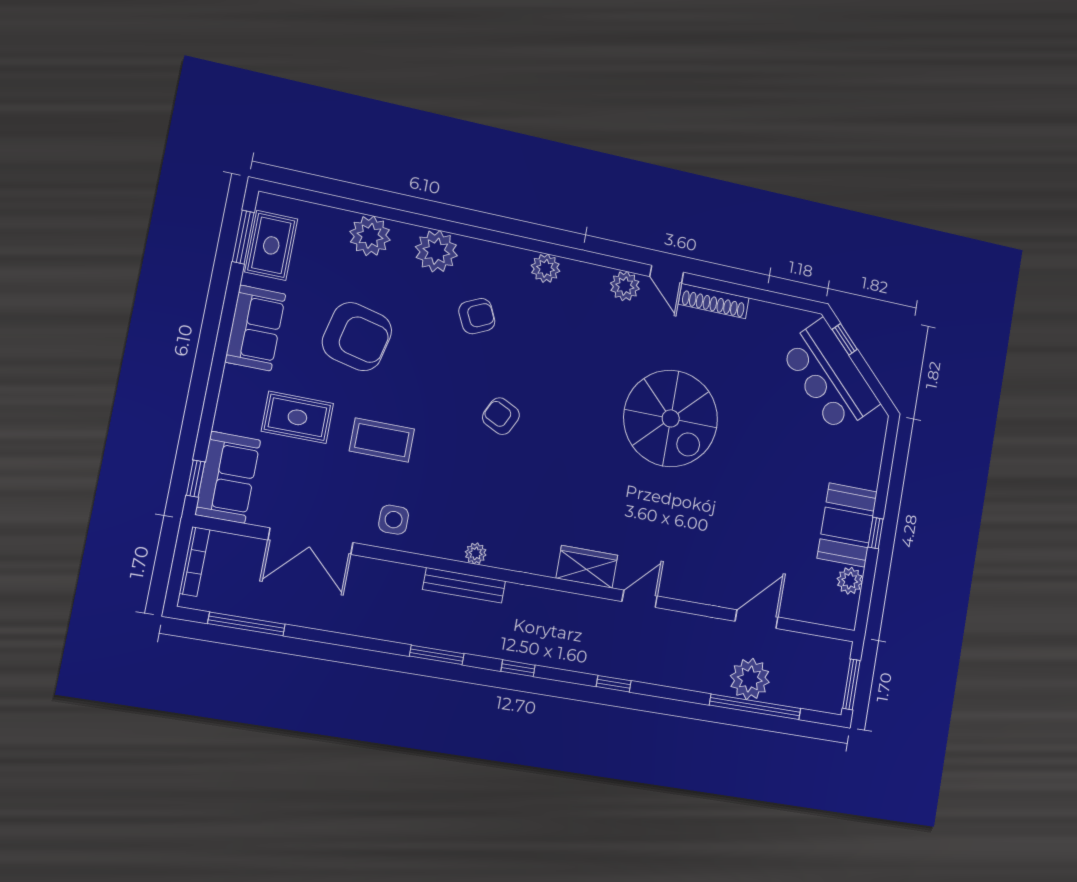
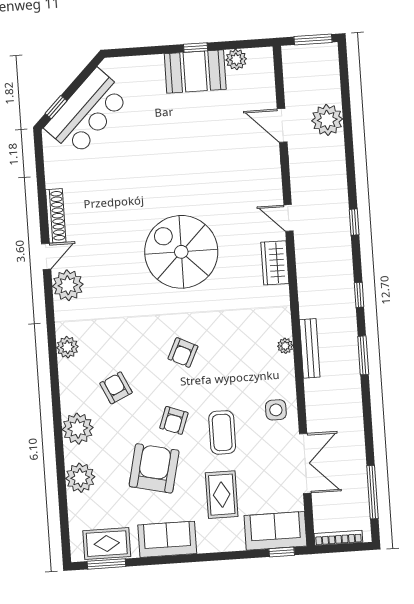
plant: (625, 286) -> (68, 285), width x1.36, depth x1.36
armchair: (414, 380) -> (174, 420), added
spiral stairs: (671, 418) -> (181, 252), moved, turned -90
window: (755, 707) -> (346, 111), removed

